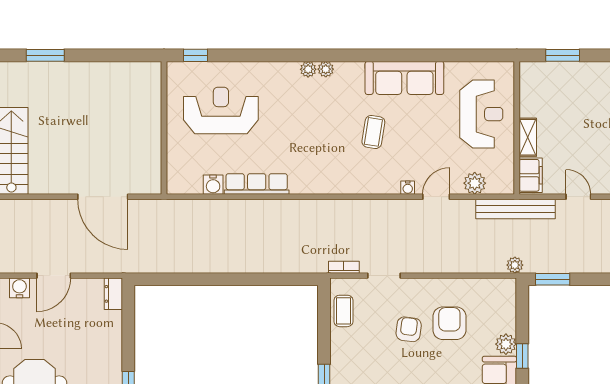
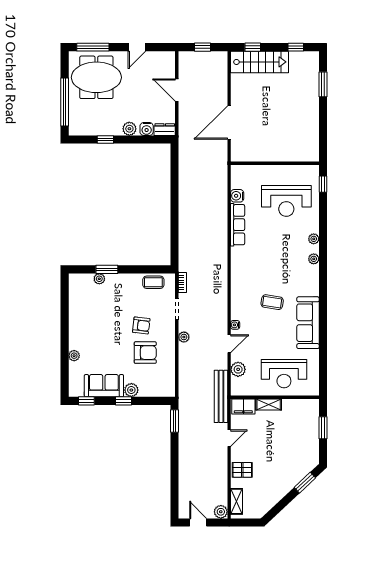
plant: (326, 69) -> (314, 239), moved
reception desk: (221, 111) -> (286, 201), turned 90
door: (436, 197) -> (229, 344), hinge flipped
plant: (515, 265) -> (184, 337), moved
water cooler: (19, 288) -> (147, 129), moved, turned 90
plant: (112, 347) -> (129, 129), added

